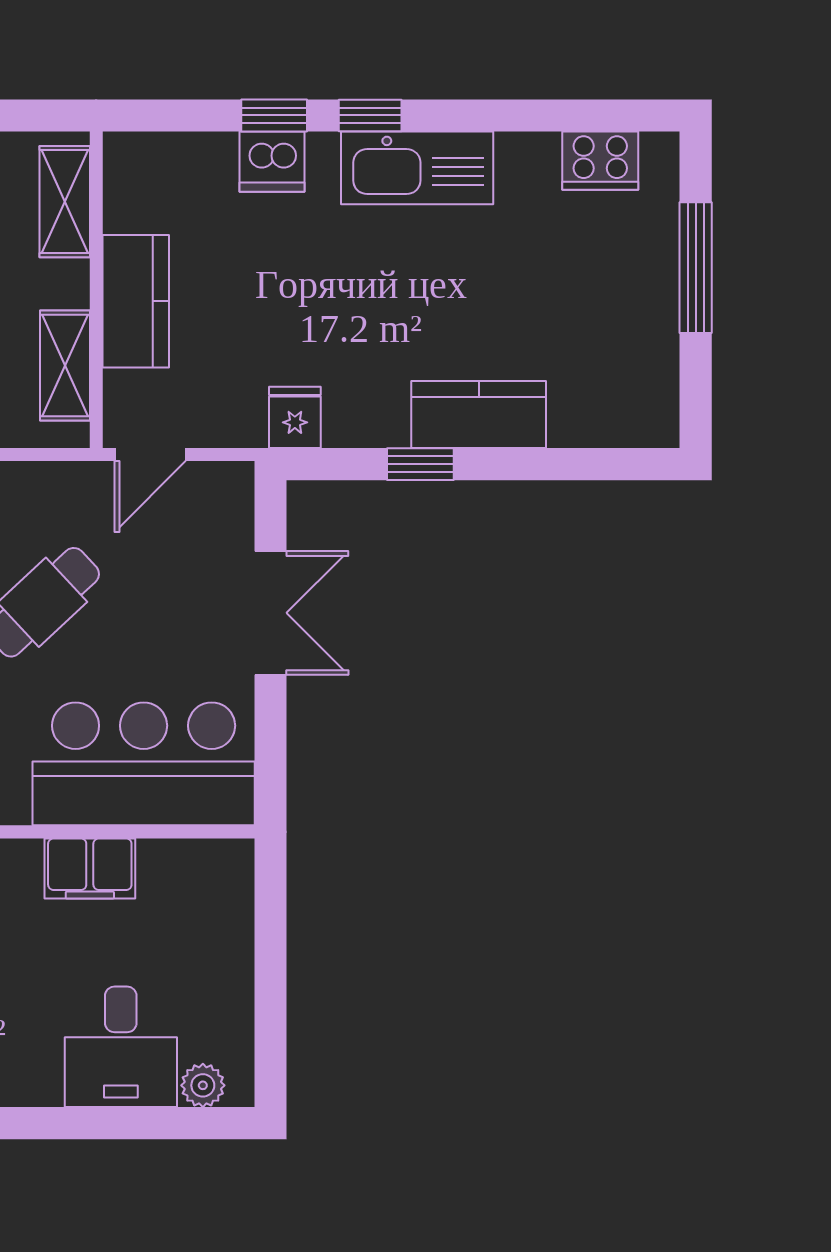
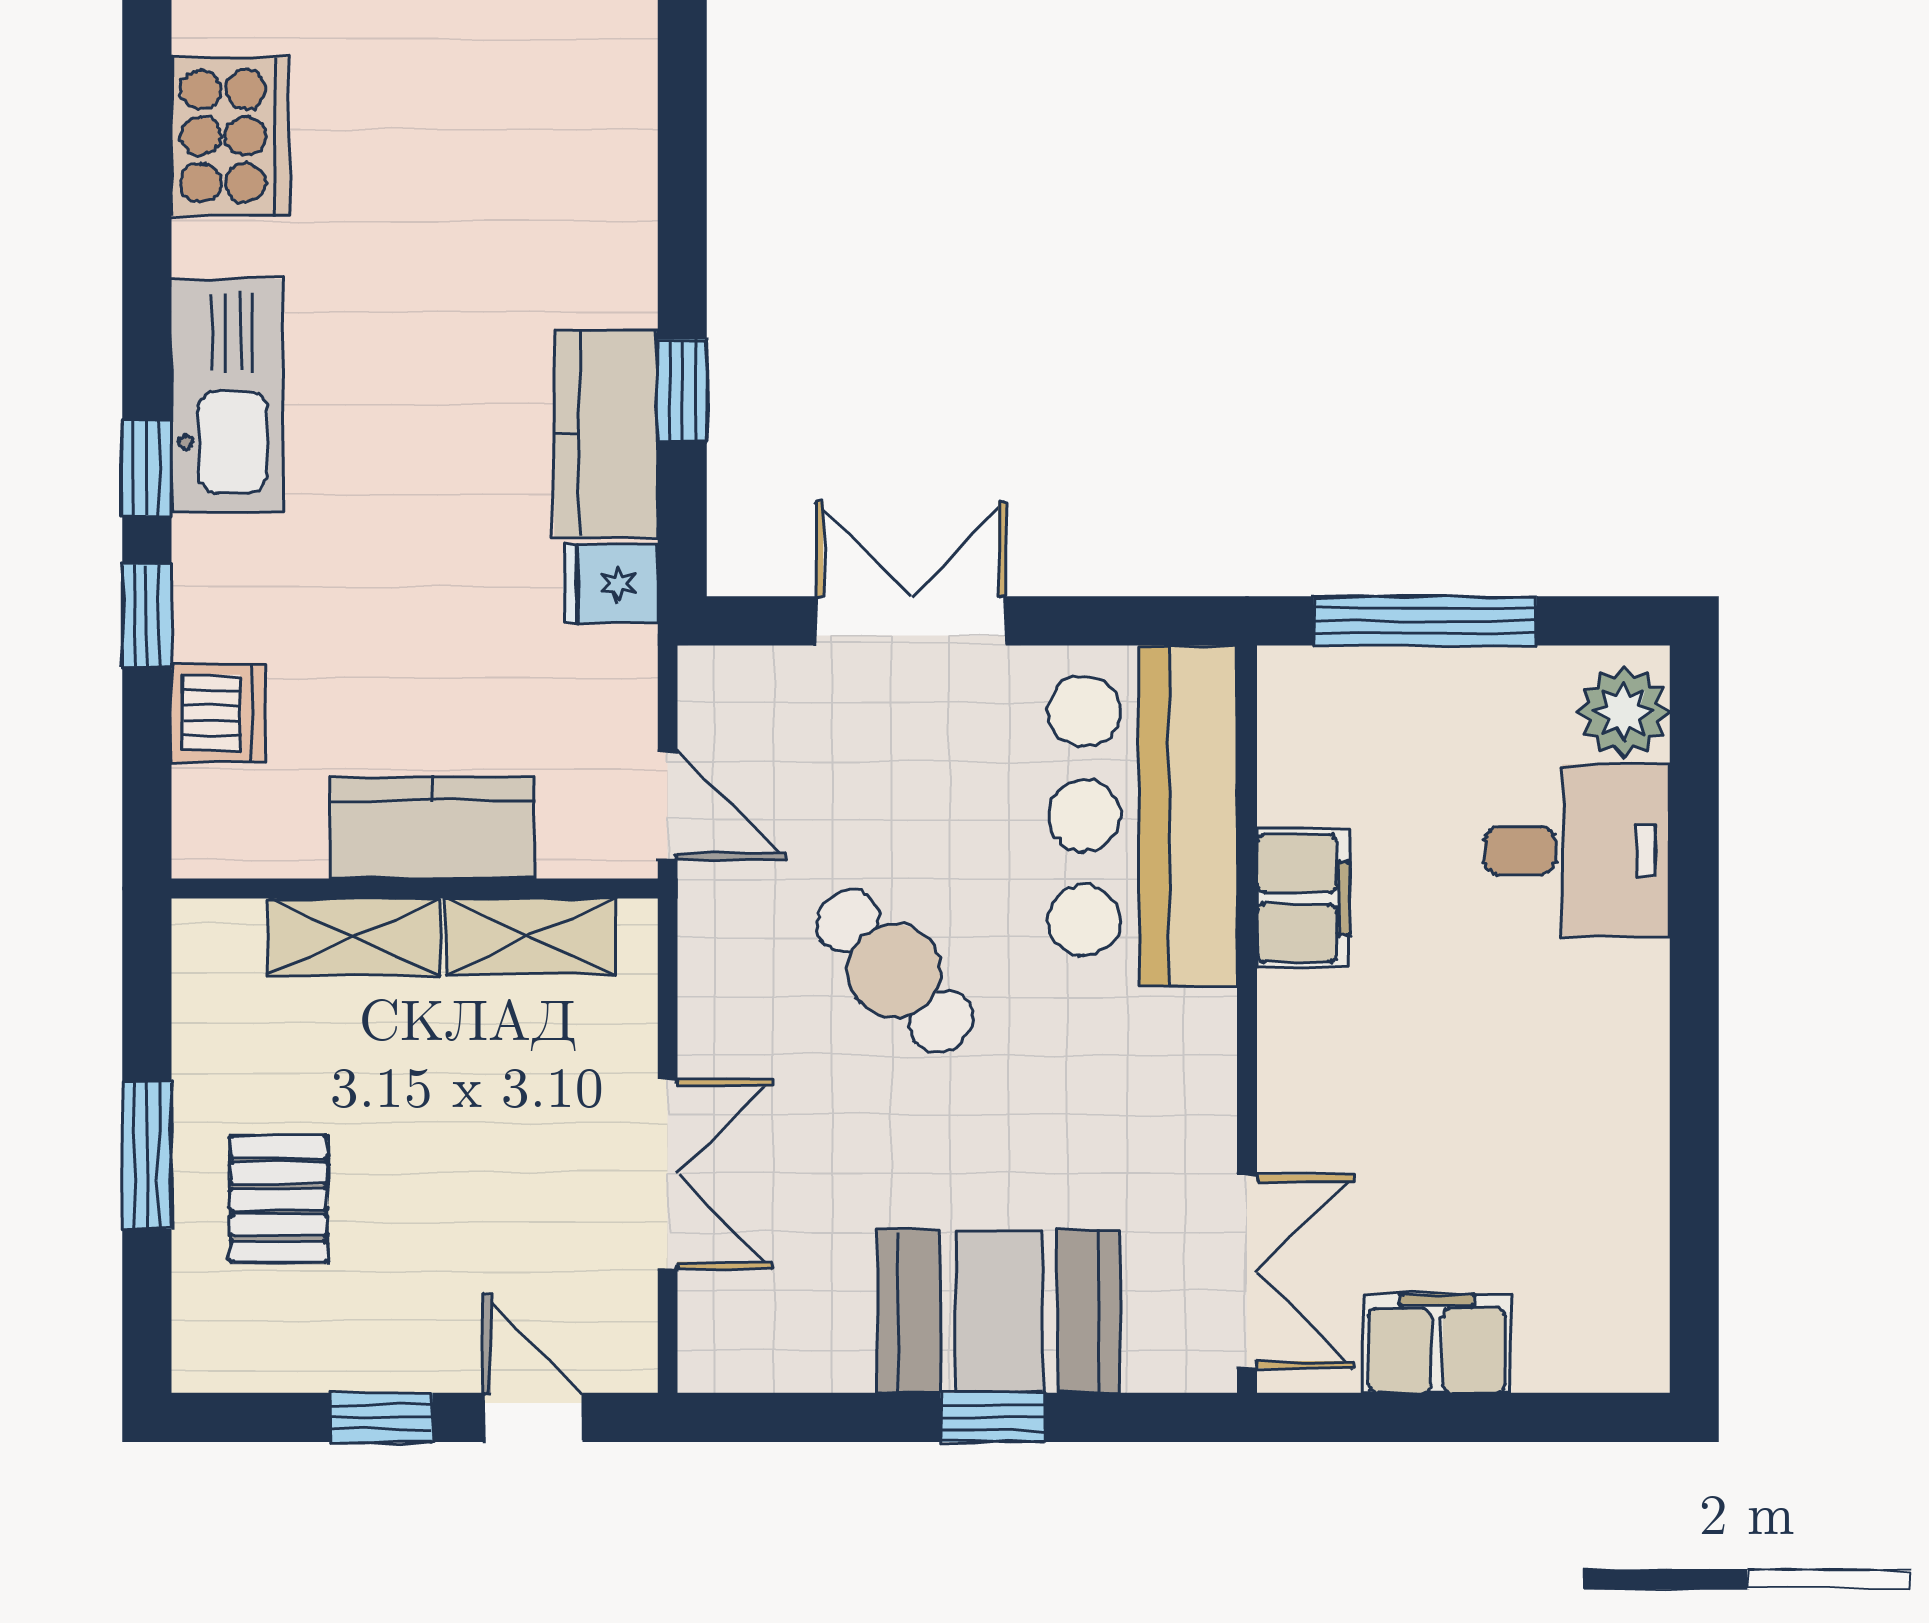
cooker: (600, 161) -> (230, 136), width x1.37, depth x1.31
dishwasher: (272, 162) -> (218, 713), moved
shelving: (65, 202) -> (354, 937), moved
kitchen counter: (479, 415) -> (606, 434), moved
window: (270, 948) -> (1425, 621), added
plant: (203, 1085) -> (1624, 712), width x1.38, depth x1.38

